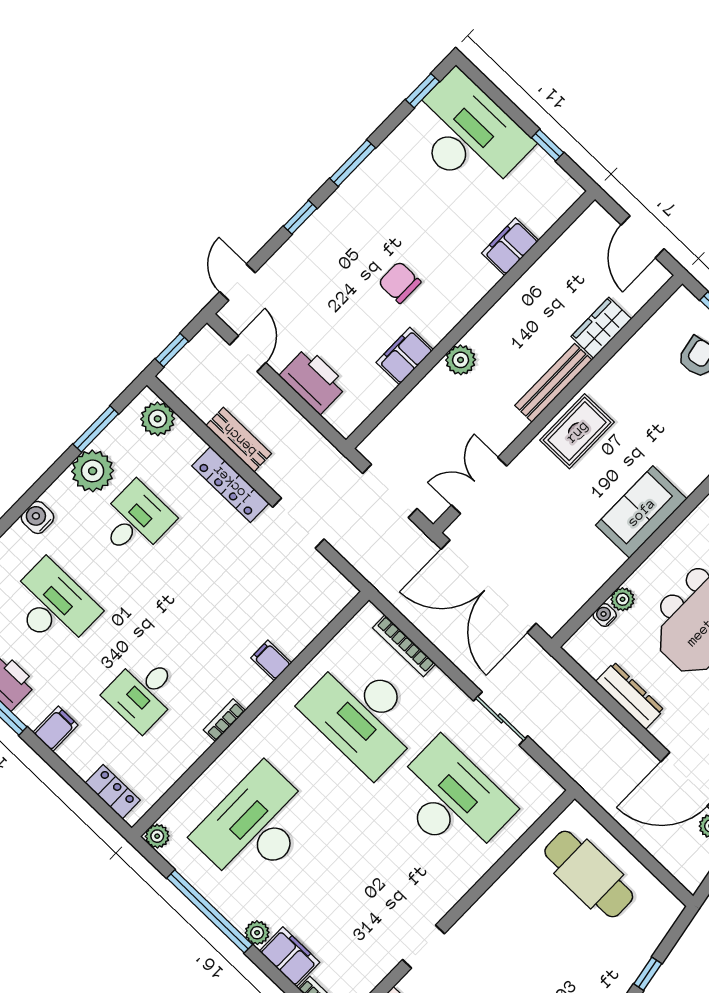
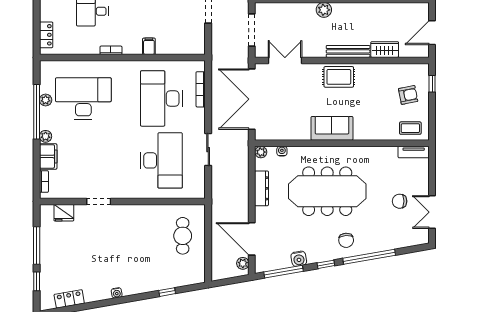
plant: (623, 599) -> (261, 152), moved
plant: (157, 836) -> (46, 100), moved
cafe table: (589, 874) -> (183, 236), width x0.73, depth x0.74

